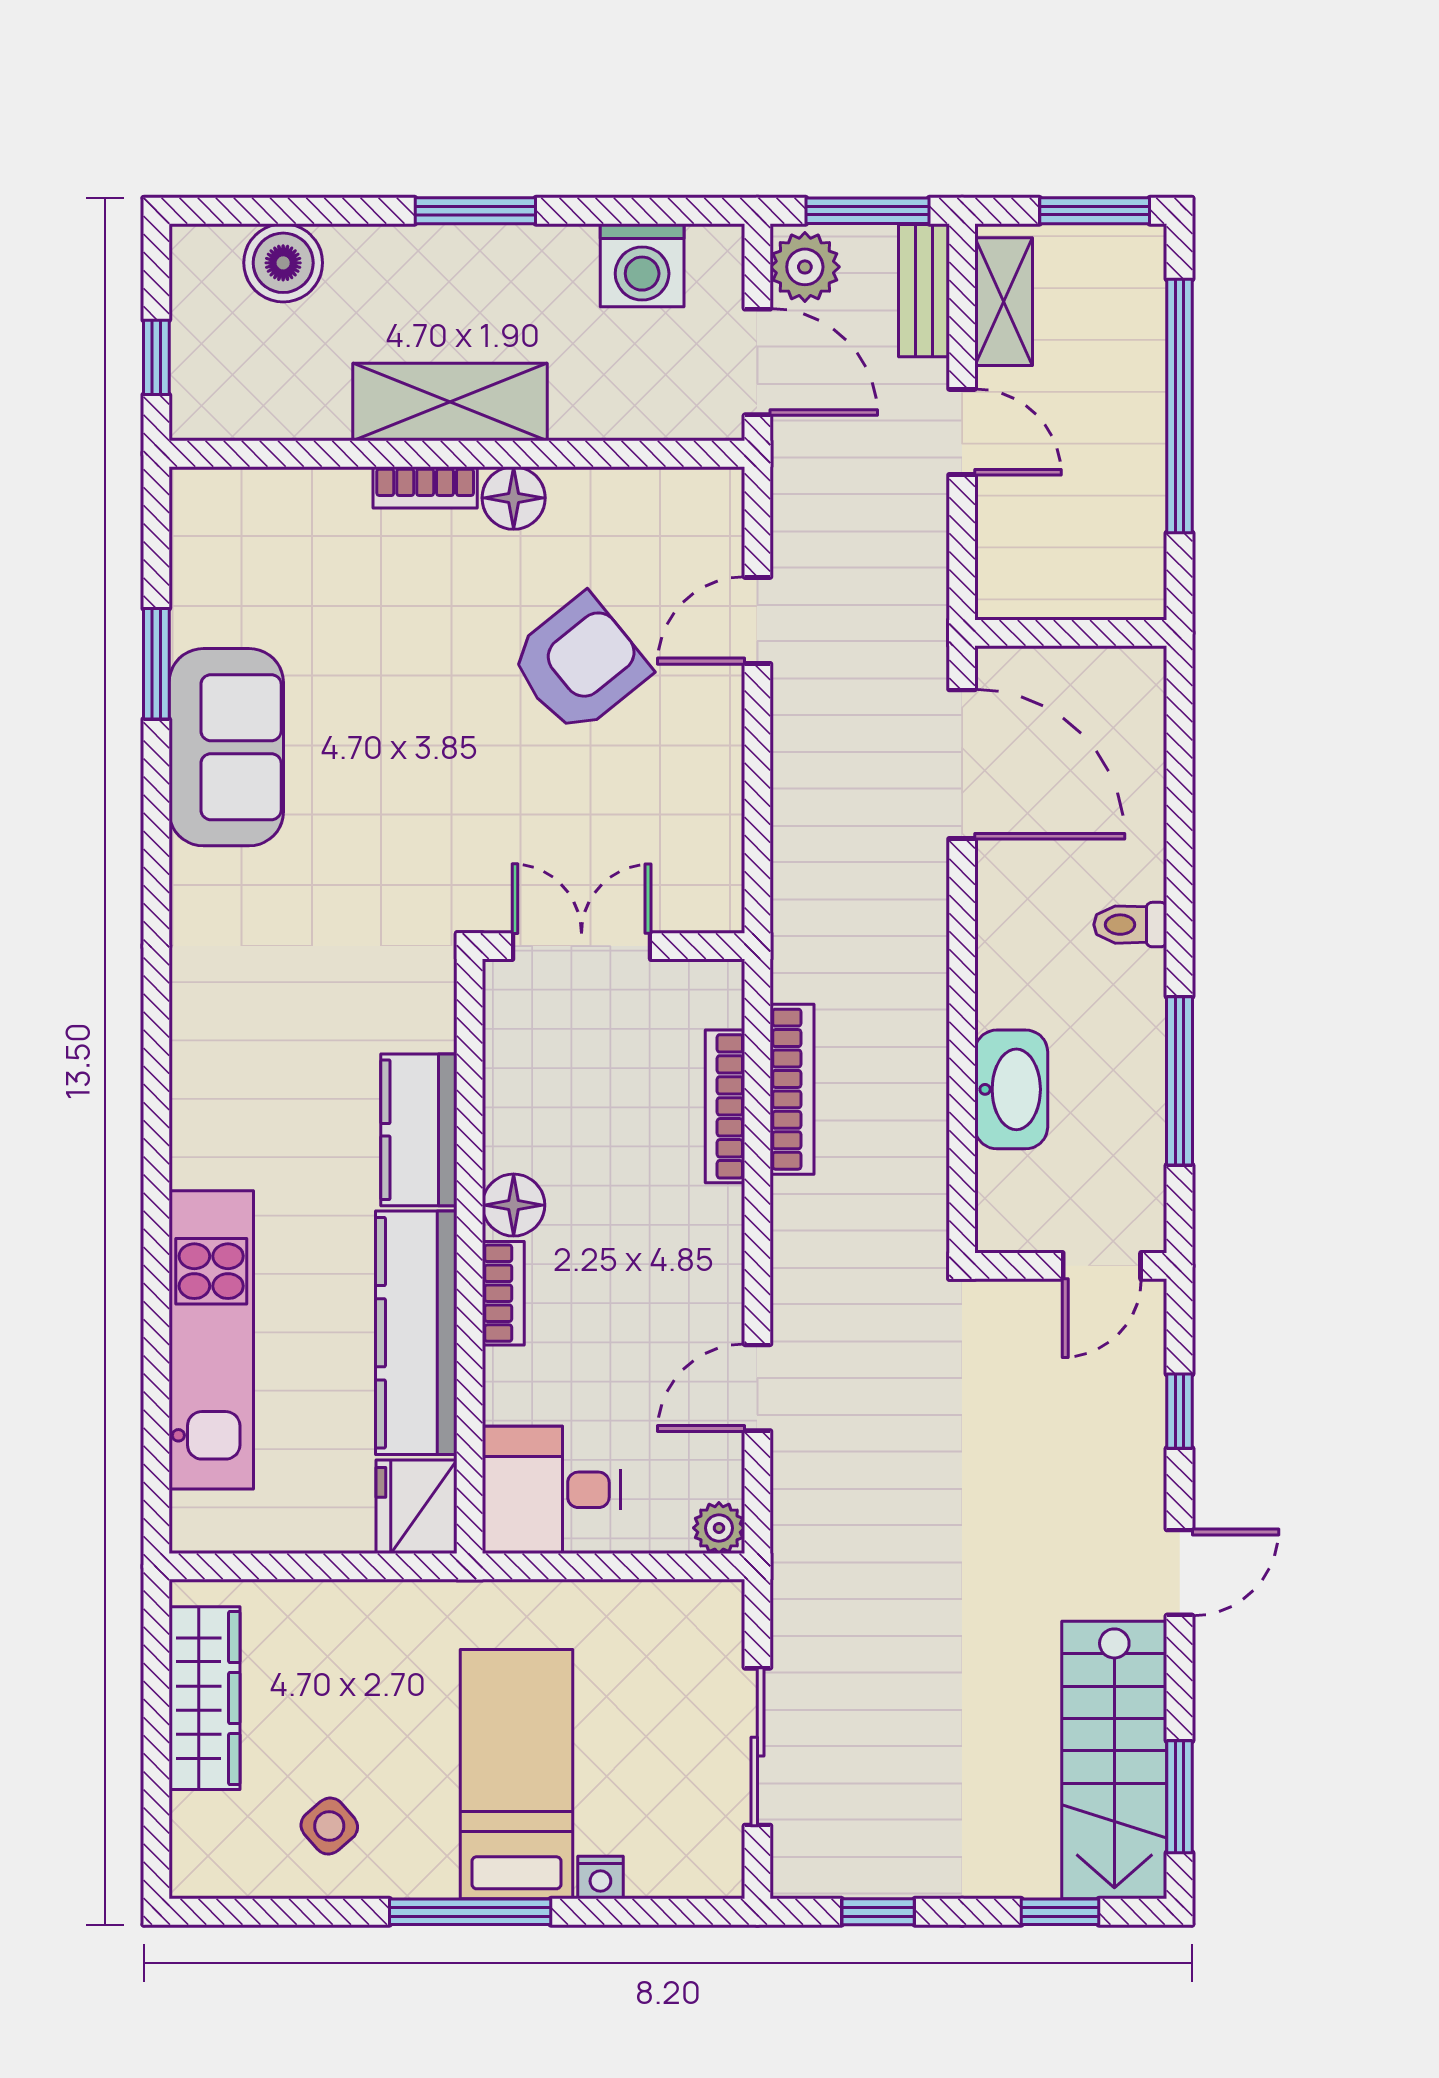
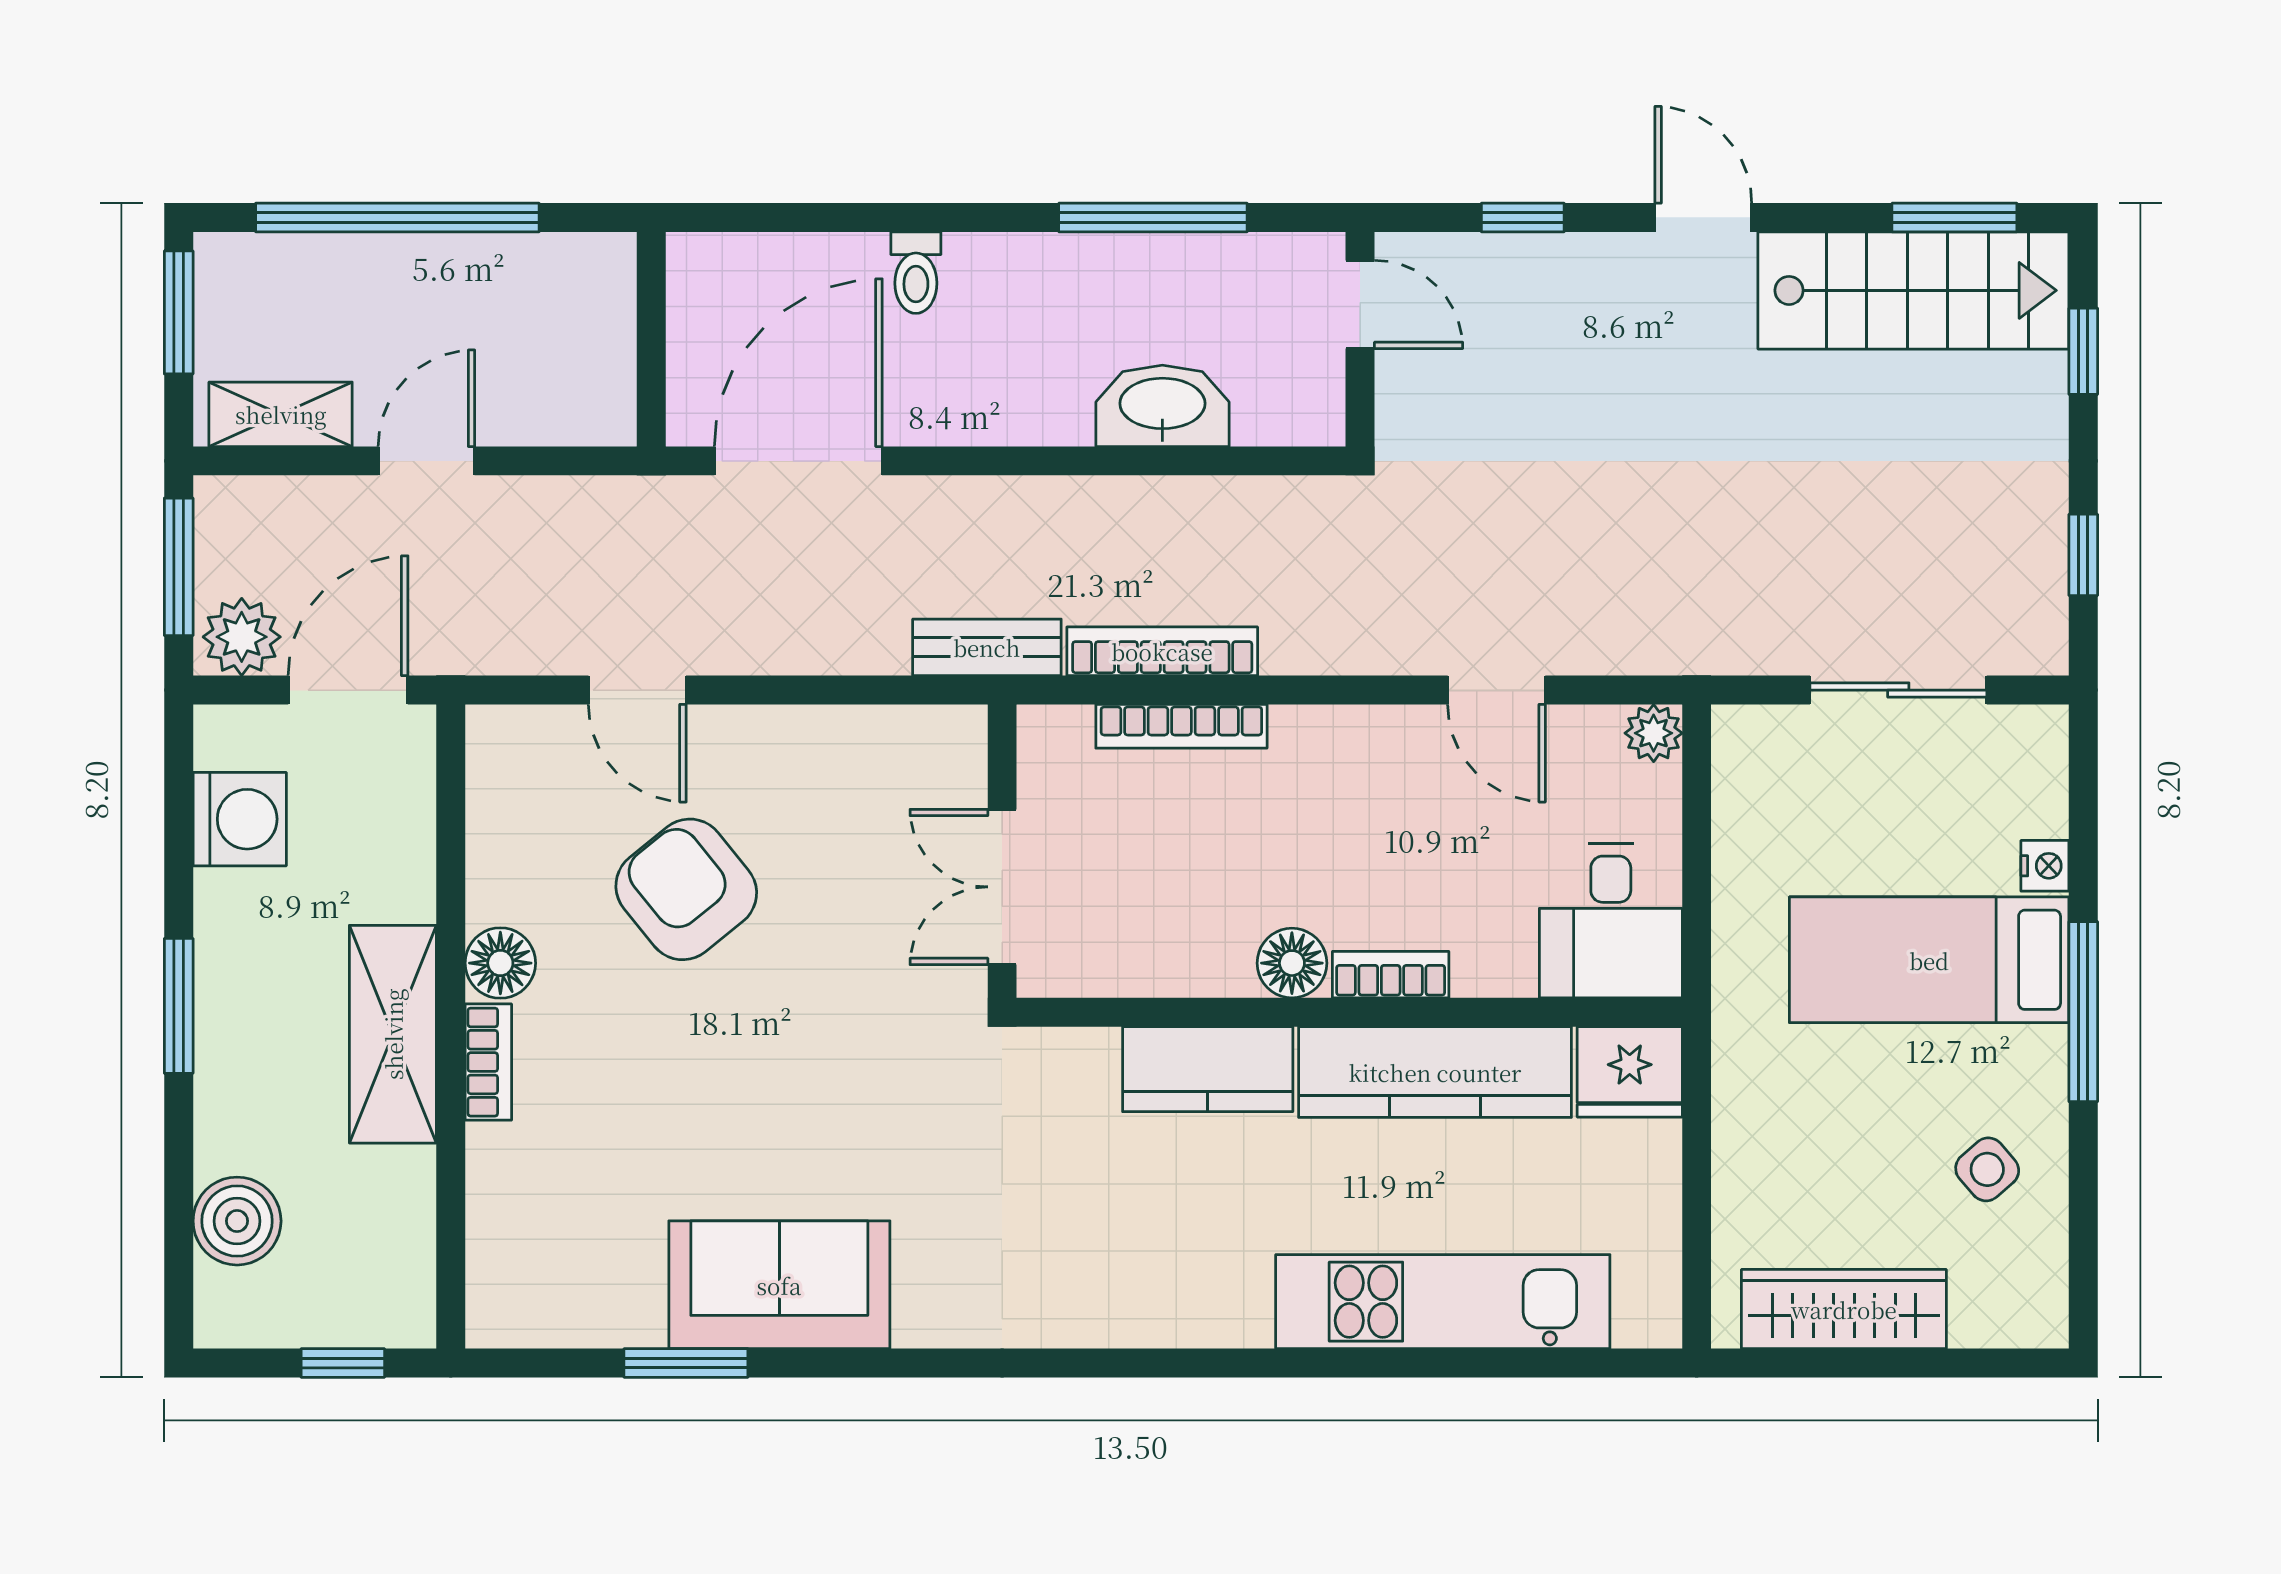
bench: (924, 291) -> (987, 647), moved
toilet: (1130, 925) -> (916, 273), moved

